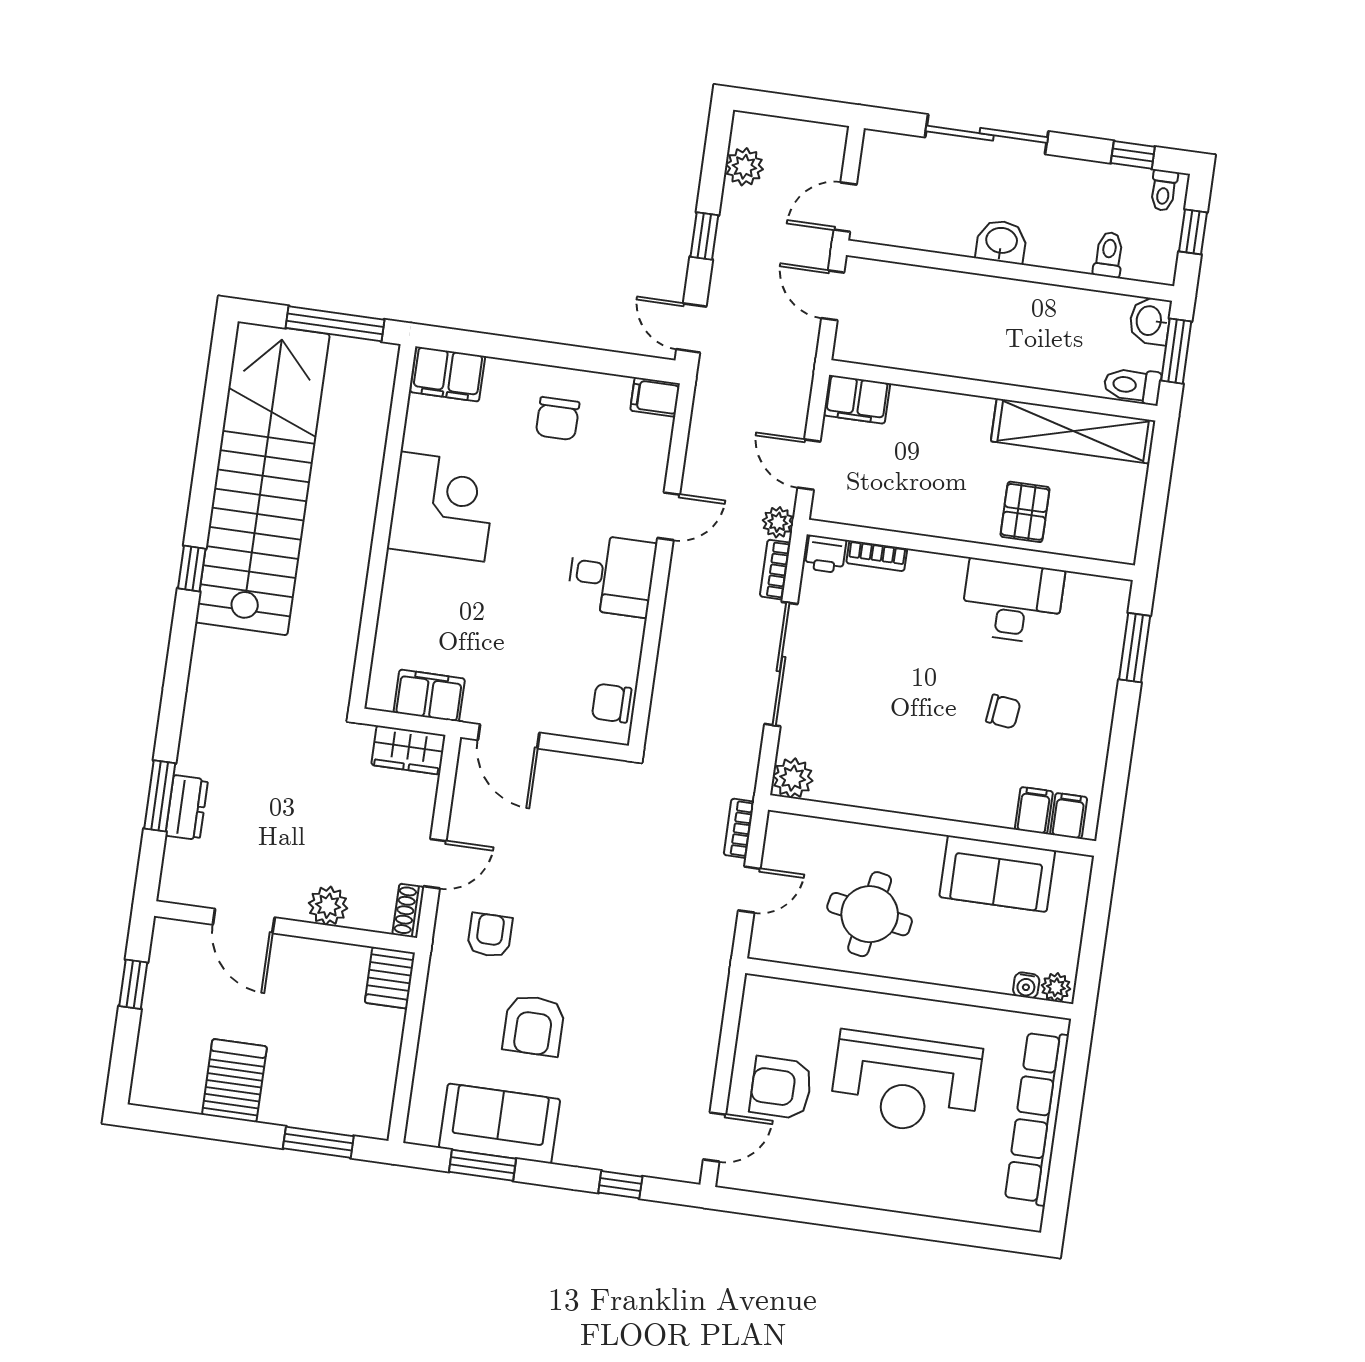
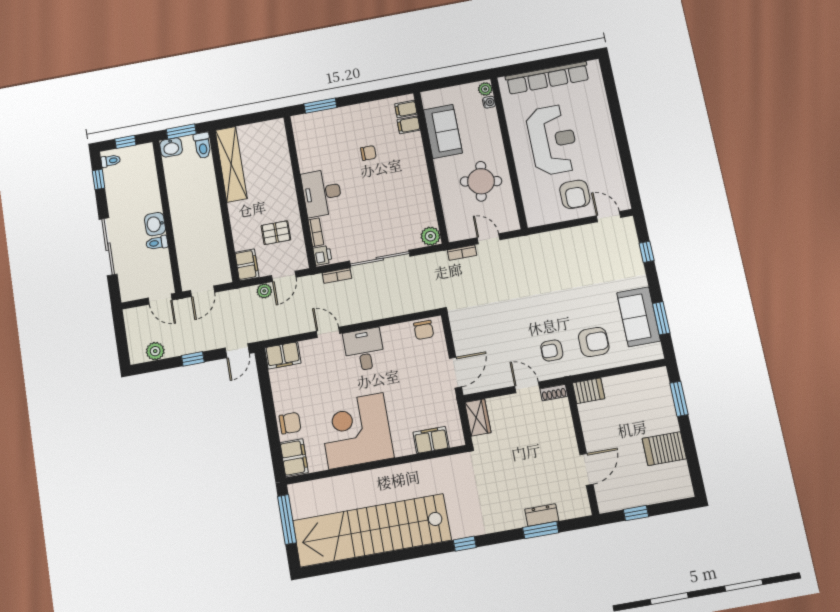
toilet: (1109, 255) -> (157, 243), moved
filing cabinet: (655, 397) -> (283, 355), width x2.00
chair: (558, 419) -> (290, 423), moved
corner desk: (442, 507) -> (356, 431), width x1.36, depth x1.36
pallet: (1025, 512) -> (276, 233), moved
plant: (778, 522) -> (264, 291), moved
window: (192, 569) -> (465, 544), moved
desk: (1012, 601) -> (322, 193), moved
filing cabinet: (429, 696) -> (431, 440), moved, turned 90
chair: (1003, 712) -> (368, 153), turned 83
plant: (328, 906) -> (565, 431), removed
armchair: (534, 1025) -> (594, 342), moved

